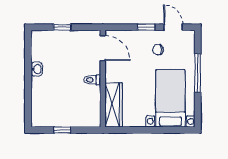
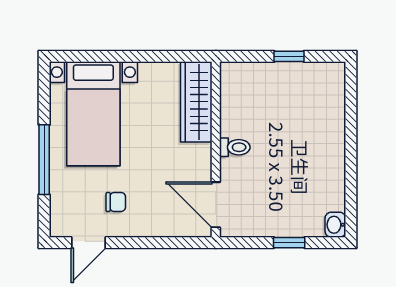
window: (146, 27) -> (137, 243), removed
door: (173, 27) -> (89, 243), hinge flipped
washbasin: (37, 69) -> (335, 225), moved

